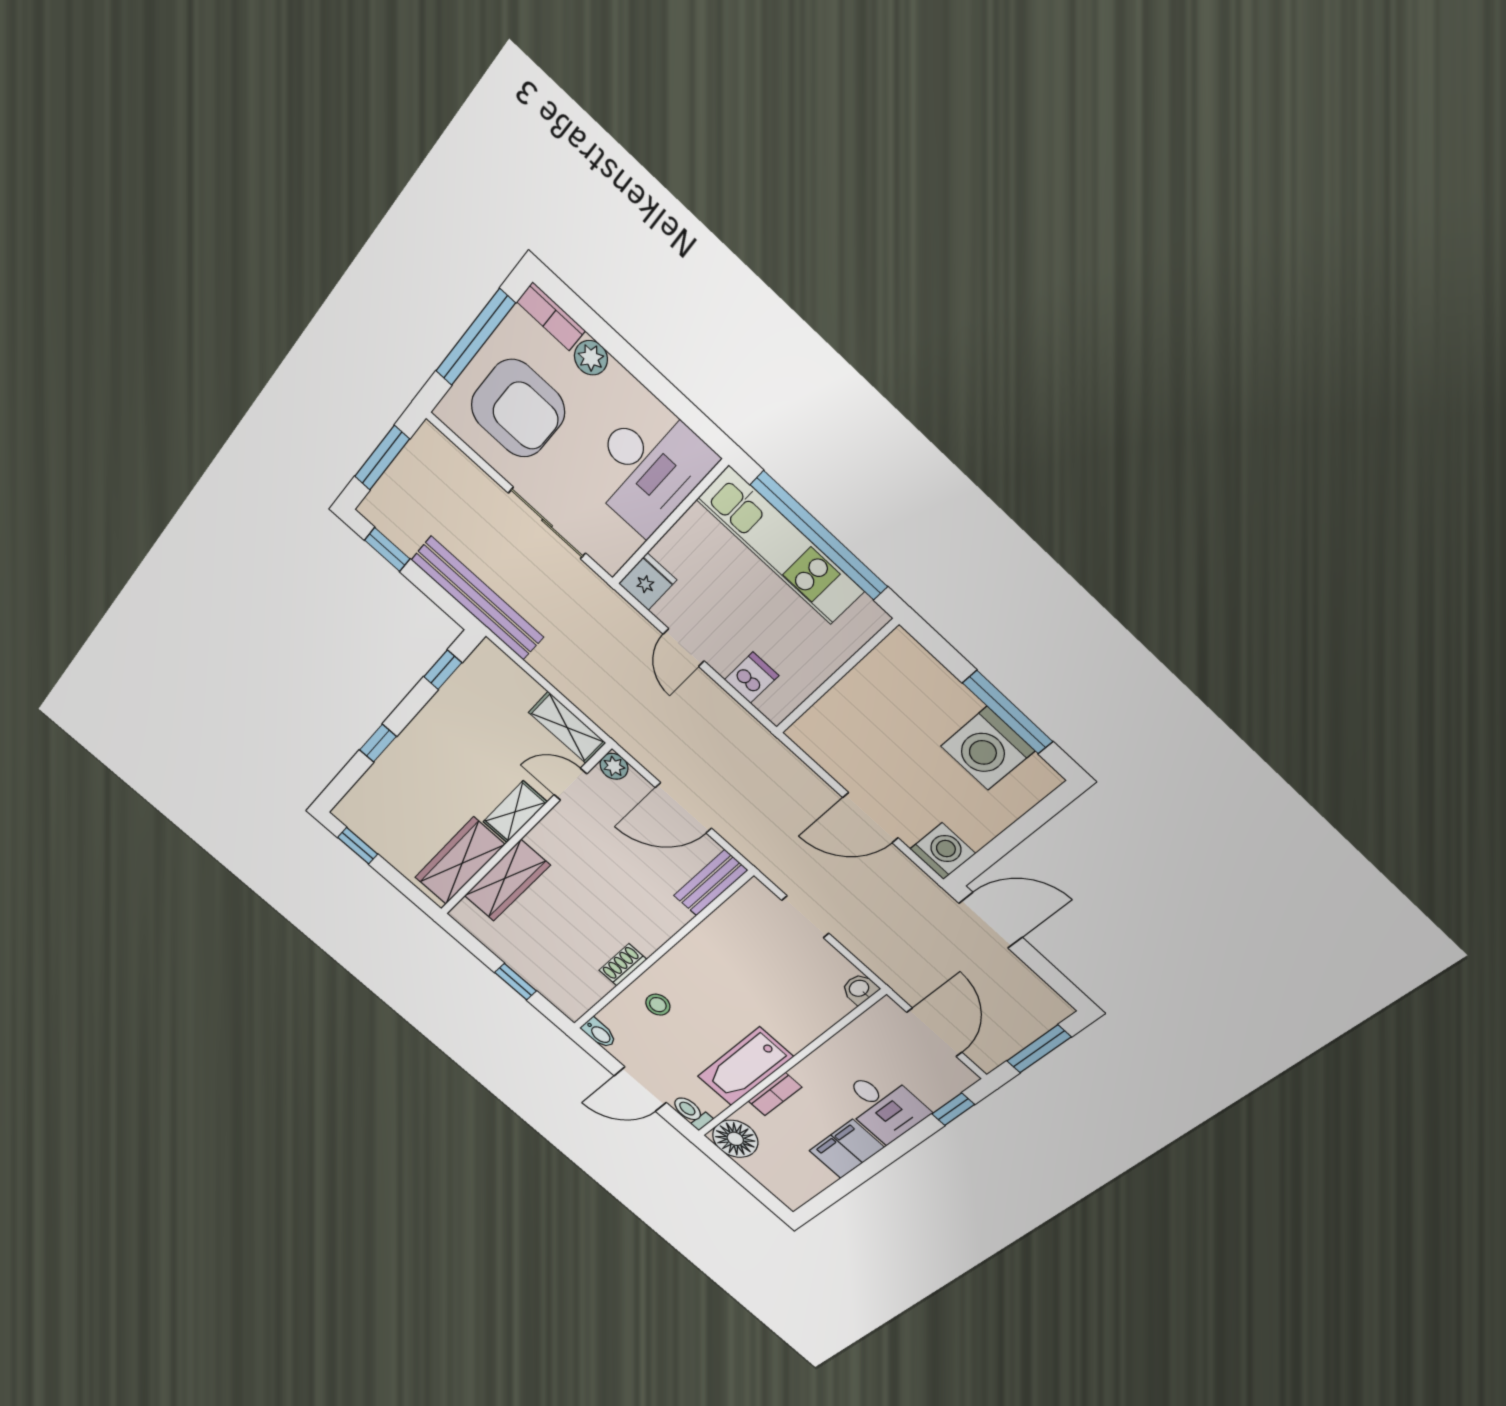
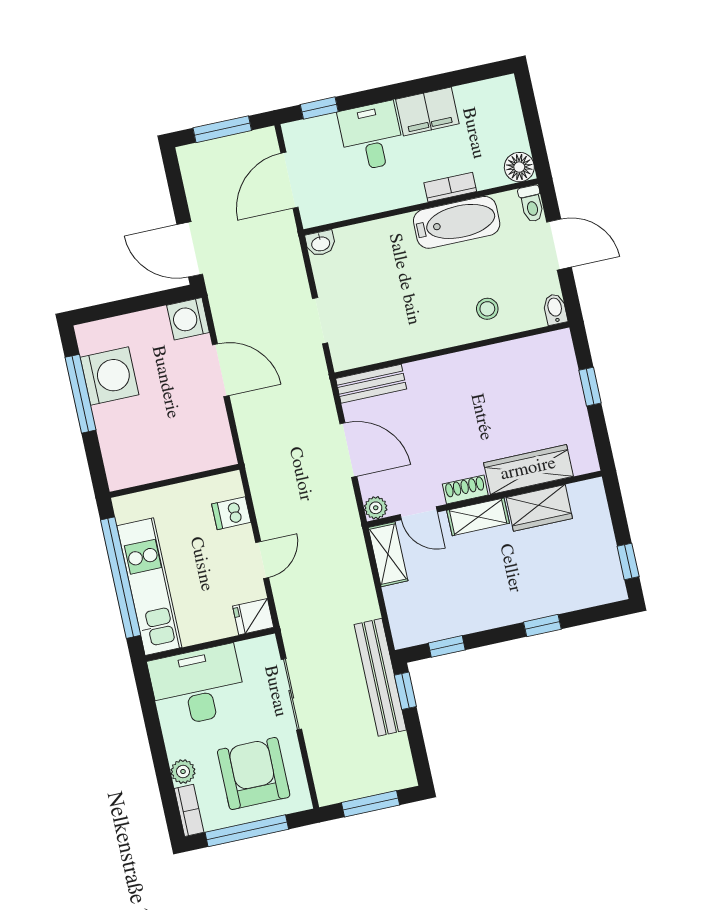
window: (387, 549) -> (405, 691), moved
wardrobe: (460, 861) -> (539, 508), width x0.67
shoe rack: (623, 965) -> (465, 489), moved, turned 180
floor lamp: (735, 1139) -> (519, 167), width x0.73, depth x0.73

